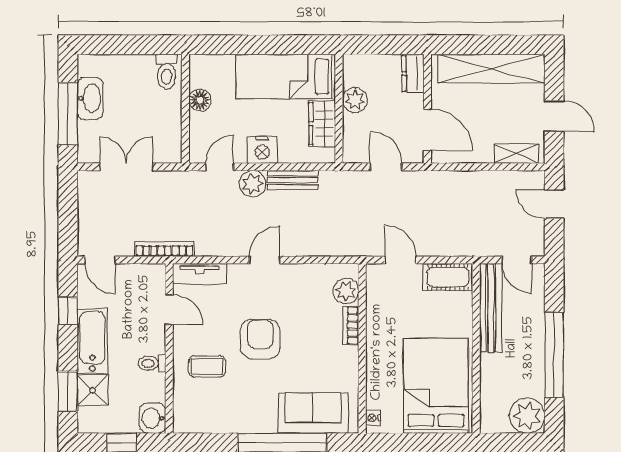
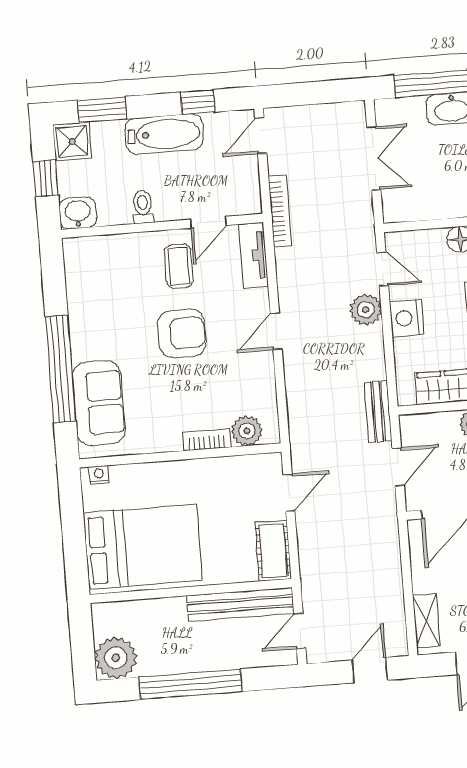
bench: (293, 180) -> (378, 412), moved
door: (265, 260) -> (276, 331), swing flipped
coffee table: (207, 366) -> (179, 266), moved
shower: (93, 390) -> (72, 141), moved

